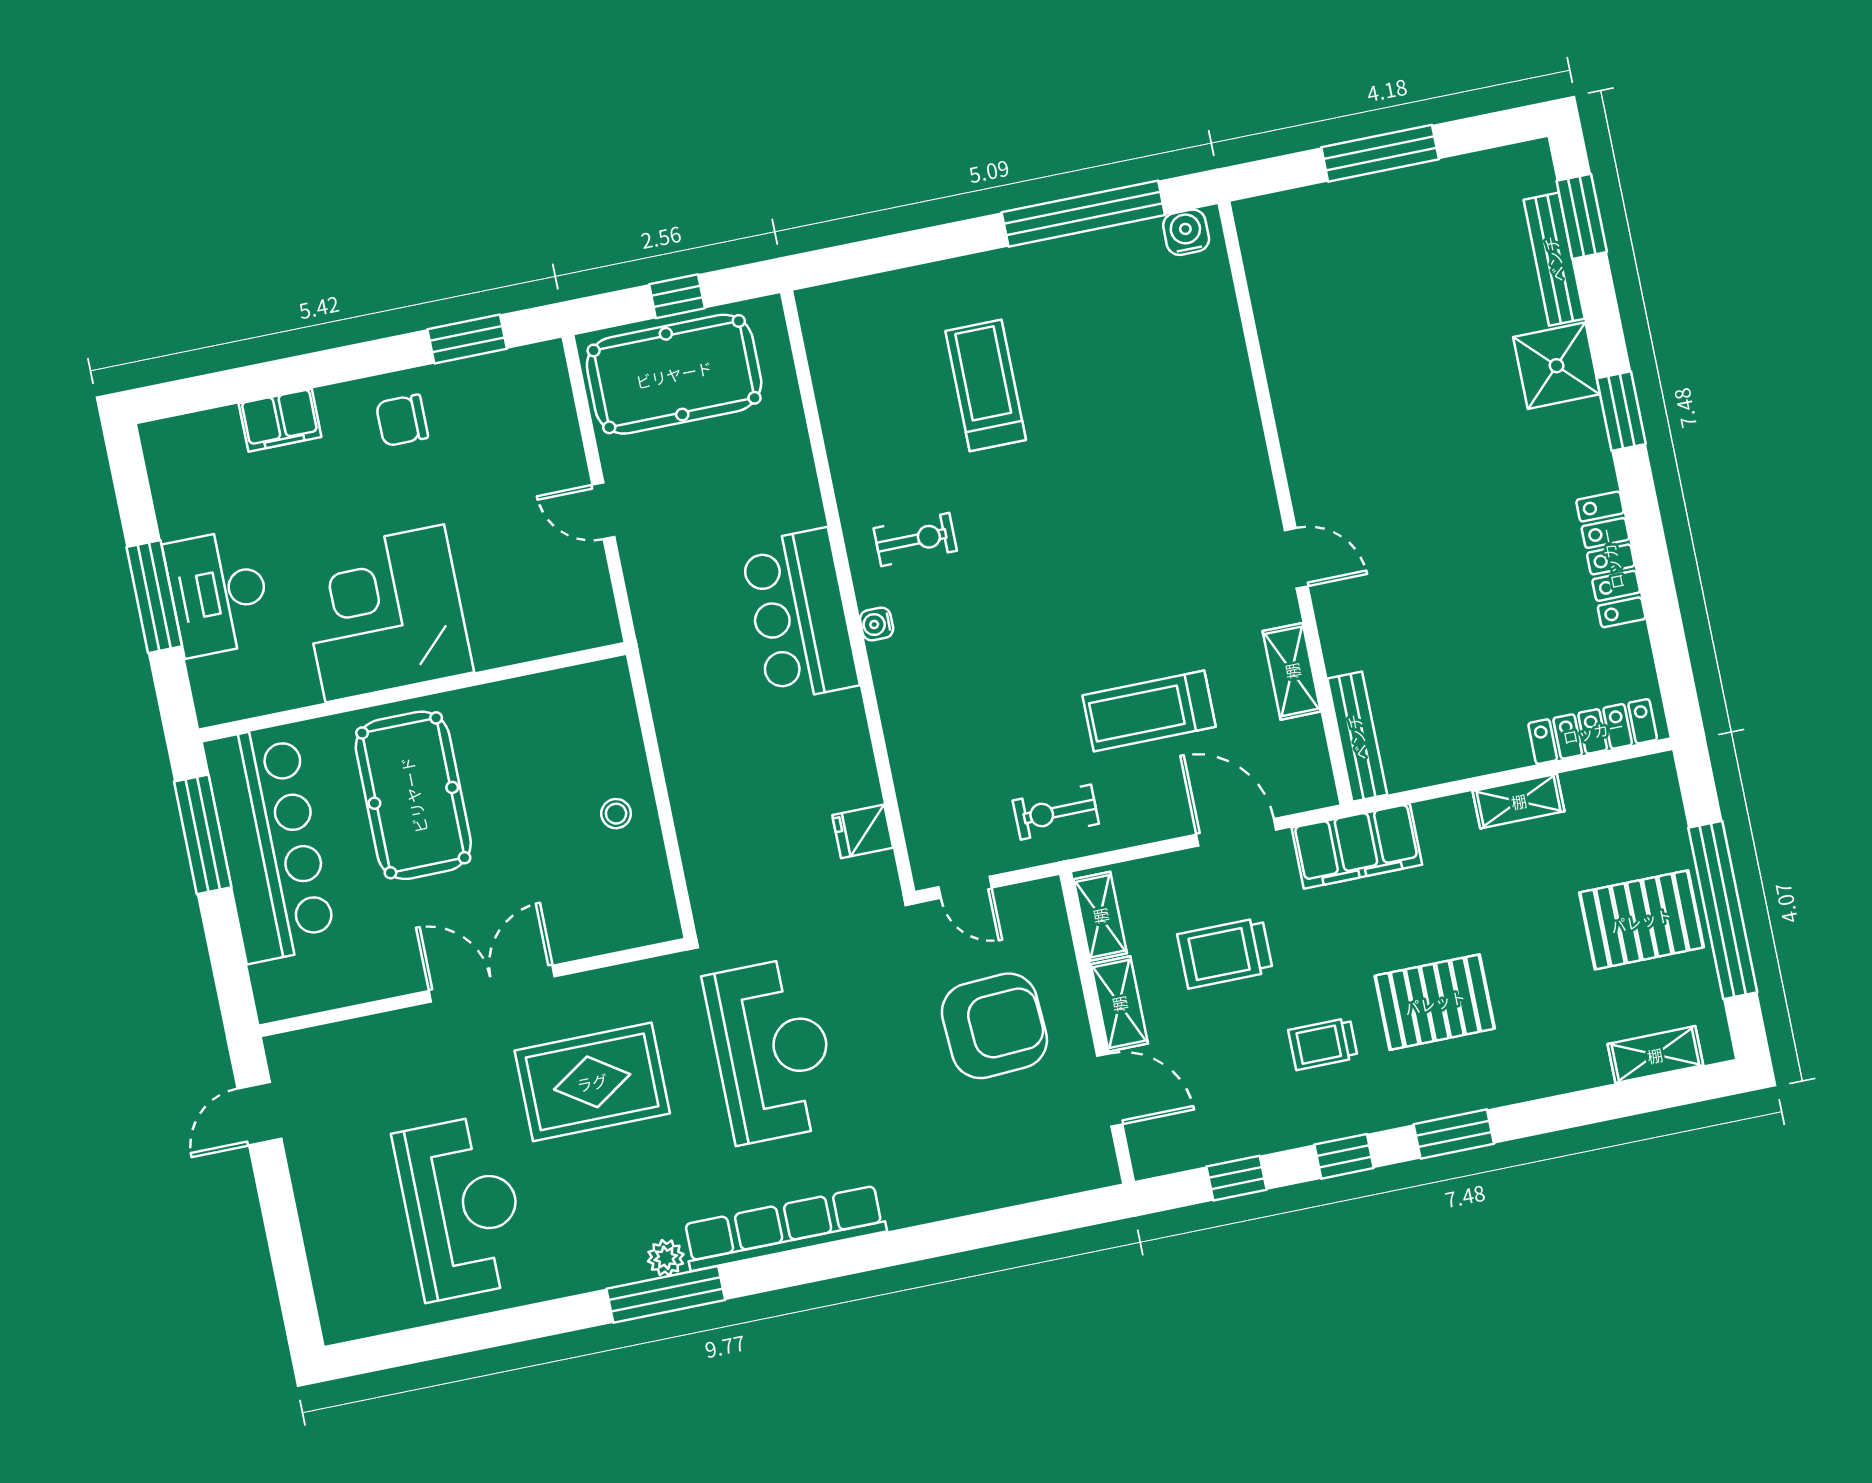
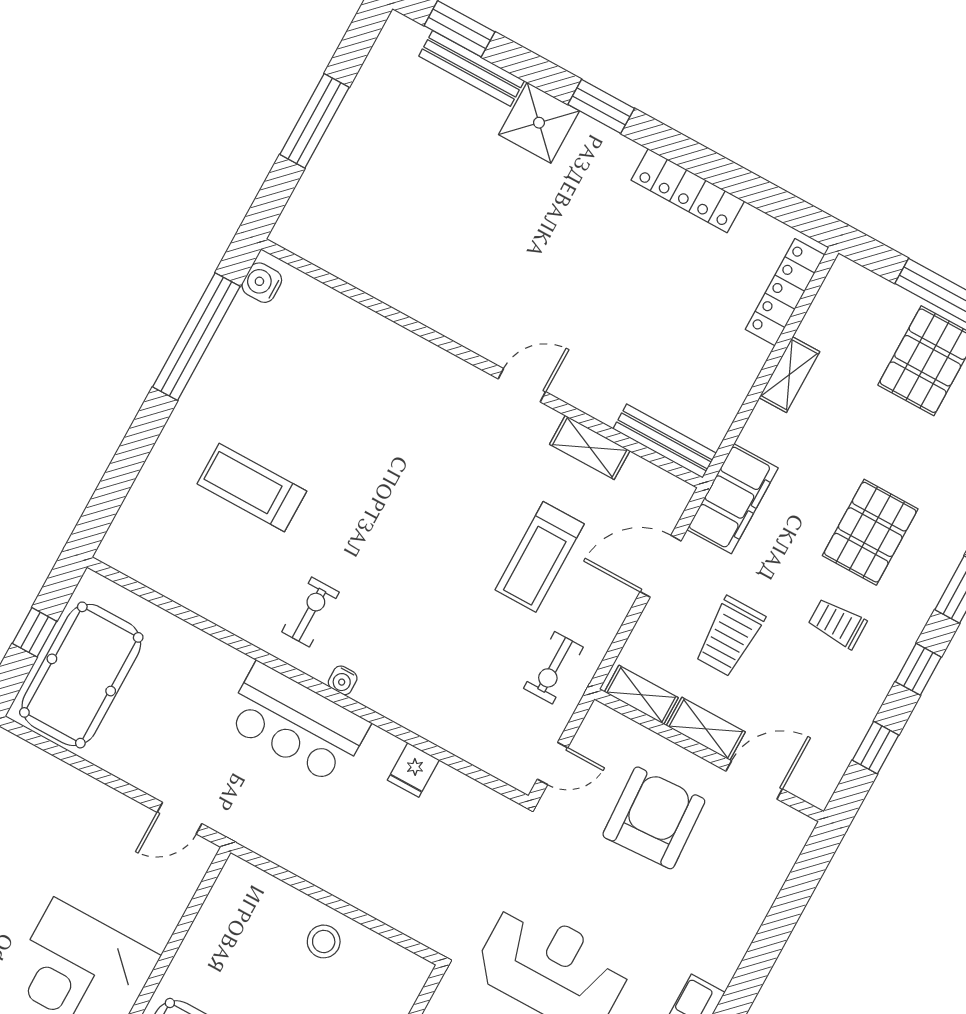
door: (603, 511) -> (179, 818), moved
stool: (616, 814) -> (324, 941), width x1.37, depth x1.37
fridge: (863, 831) -> (413, 770), moved
trolley: (1323, 1044) -> (837, 623), turned 90

